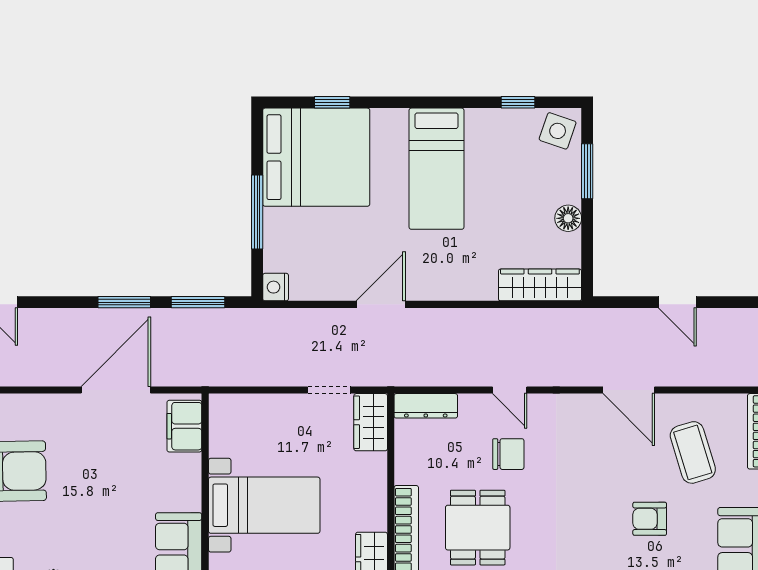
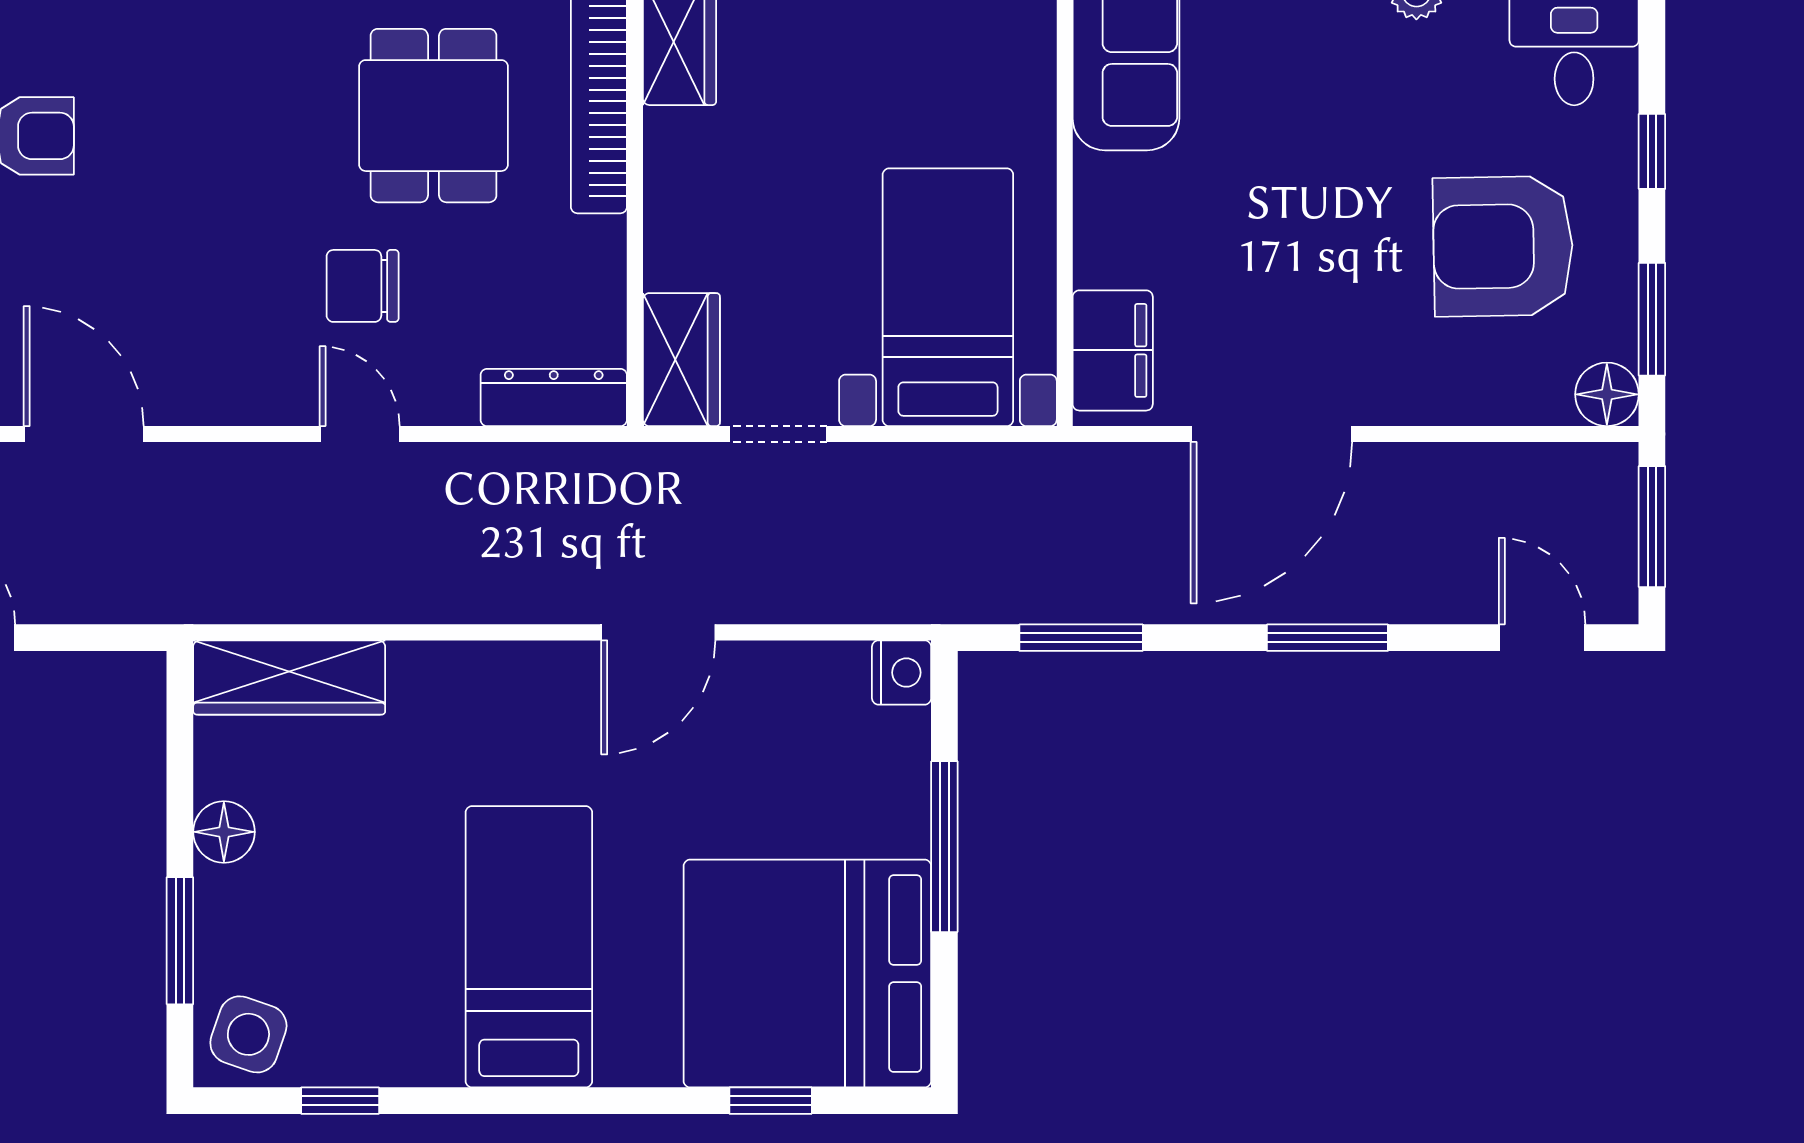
window: (124, 302) -> (1327, 638), moved
bed with nightstands: (264, 505) -> (948, 297), moved, turned 90

